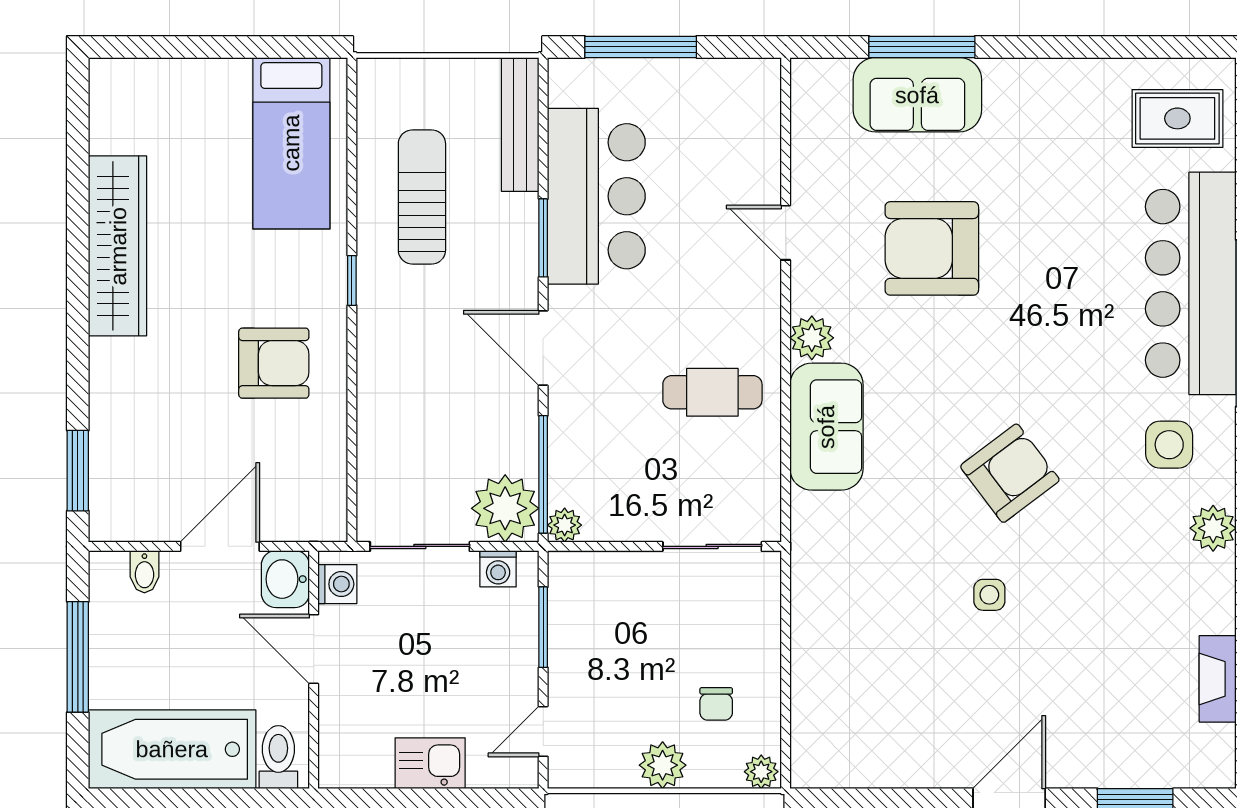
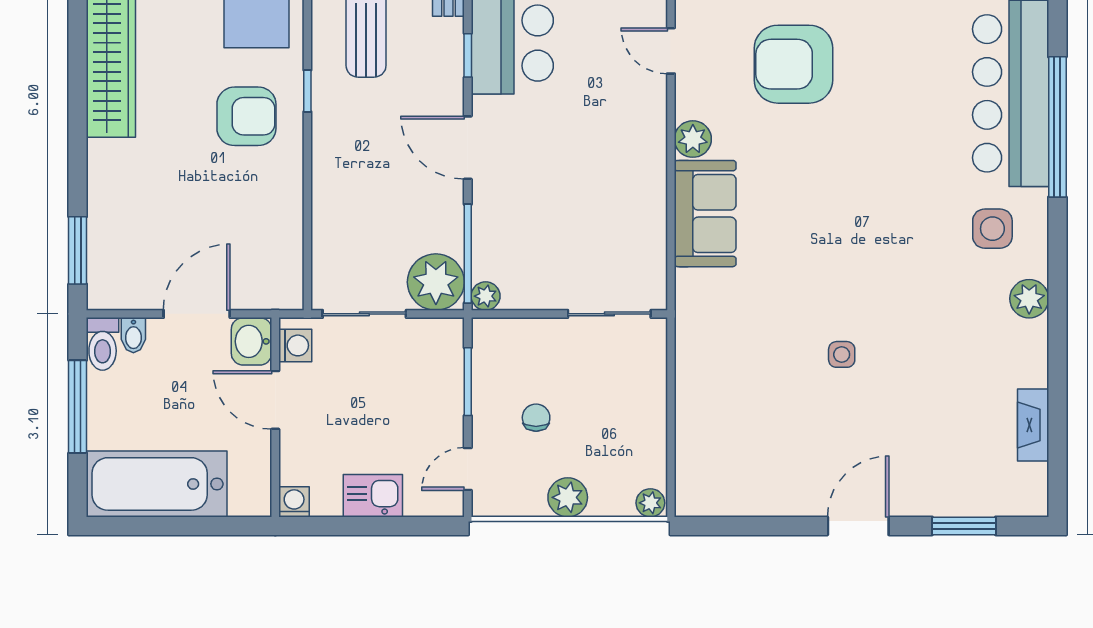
window: (543, 238) -> (468, 55), width x0.67
armchair: (274, 363) -> (246, 116), moved
cafe table: (712, 392) -> (610, 185), removed
armchair: (1010, 473) -> (859, 253), removed
washing machine: (498, 569) -> (294, 502), moved, turned 180
chair: (716, 704) -> (536, 418), moved, turned 180
toilet: (278, 757) -> (103, 344), moved, turned 180

